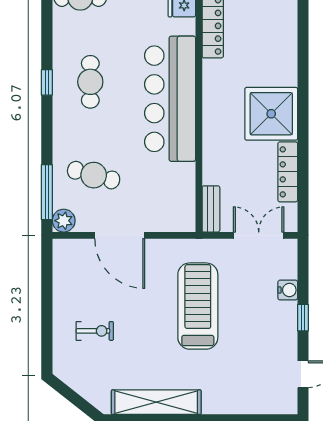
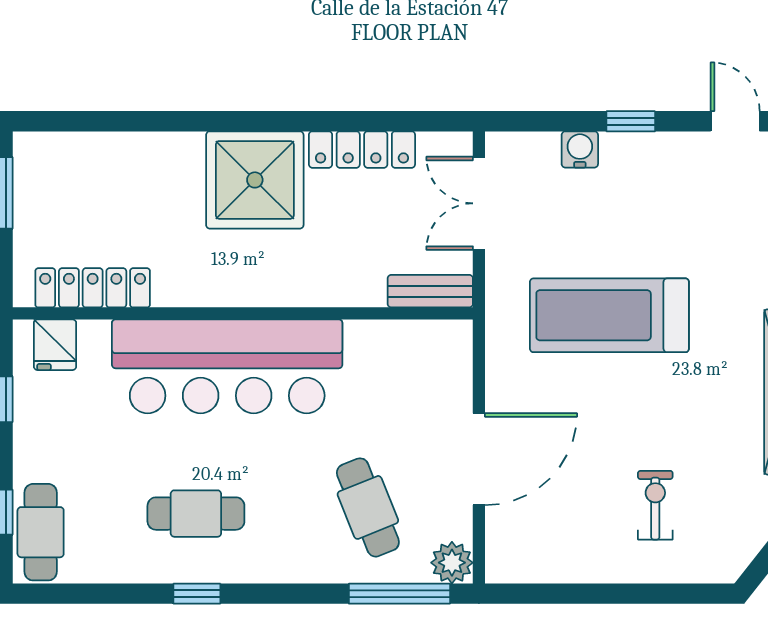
cafe table: (94, 175) -> (368, 507), turned -37

